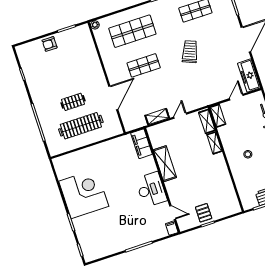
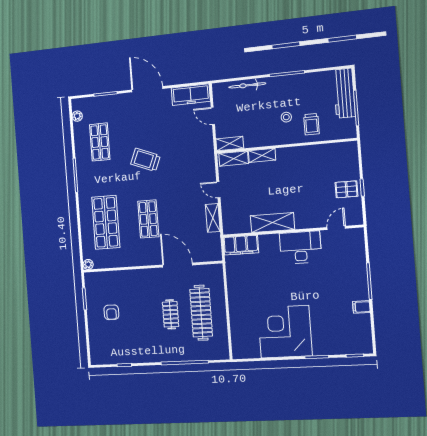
armchair: (50, 44) -> (111, 312), moved
trolley: (247, 175) -> (311, 124), added
filing cabinet: (172, 228) -> (361, 307), moved

